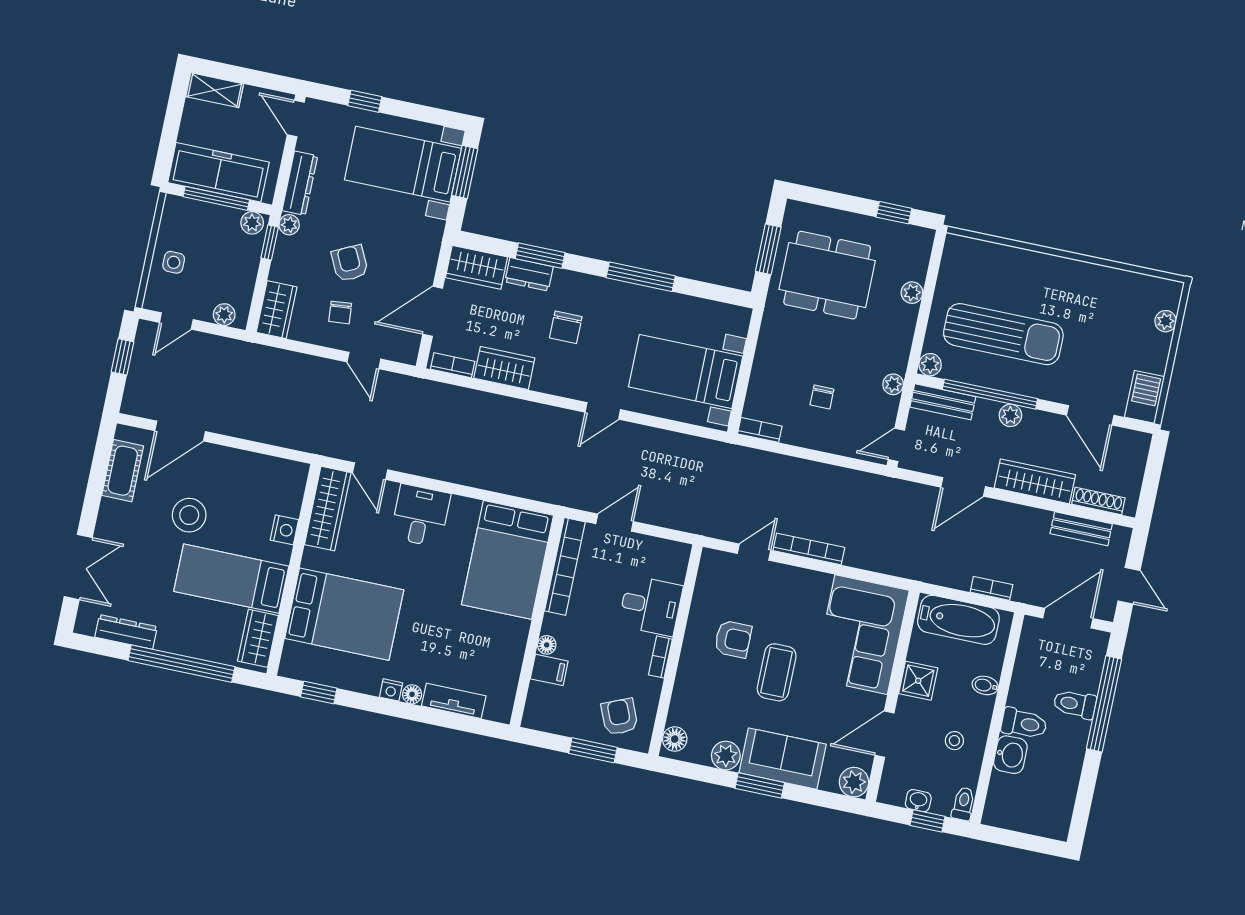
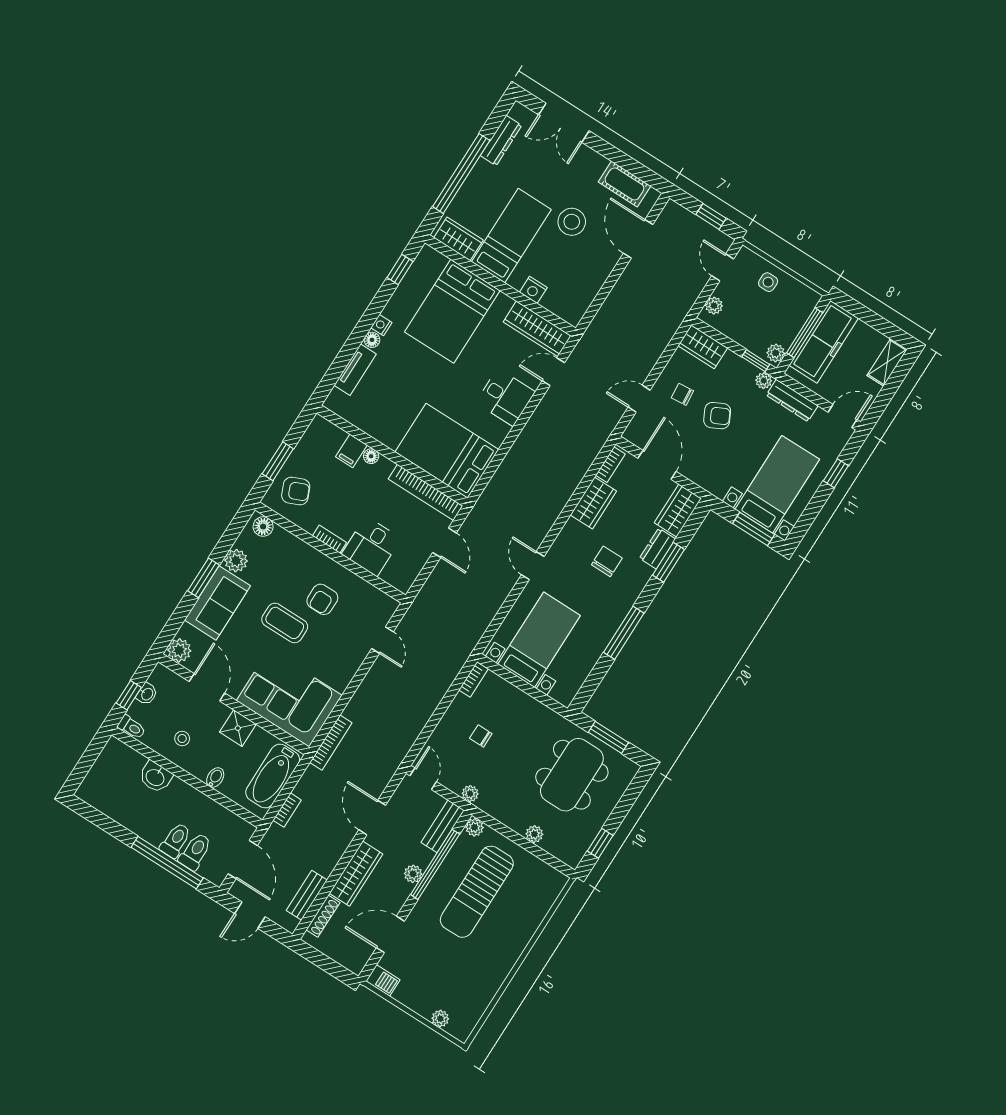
chair: (566, 327) -> (607, 561), turned 90
barbecue: (1145, 397) -> (383, 980), width x0.73, depth x0.79
bookcase: (809, 549) -> (331, 743), moved
toilet: (1024, 724) -> (195, 852), moved, turned 180

